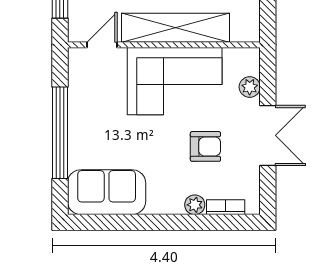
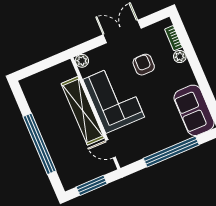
plant: (250, 87) -> (82, 61), moved

